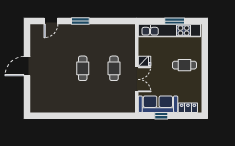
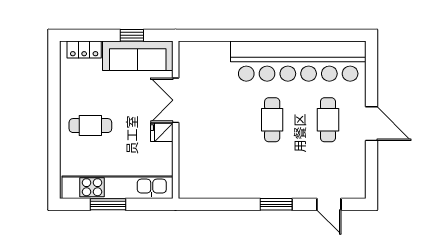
door: (51, 21) -> (329, 204), swing flipped
door: (27, 66) -> (371, 124), hinge flipped
cafe table: (114, 68) -> (328, 120), moved
bar counter: (68, 101) -> (298, 61), added

